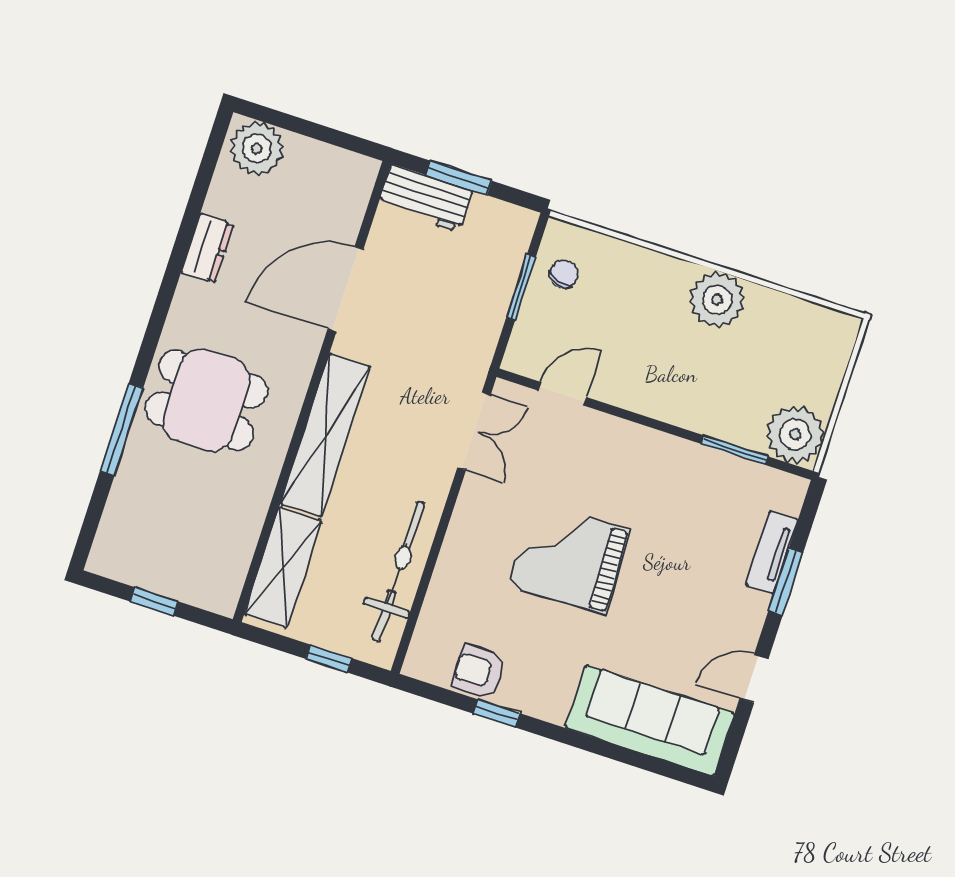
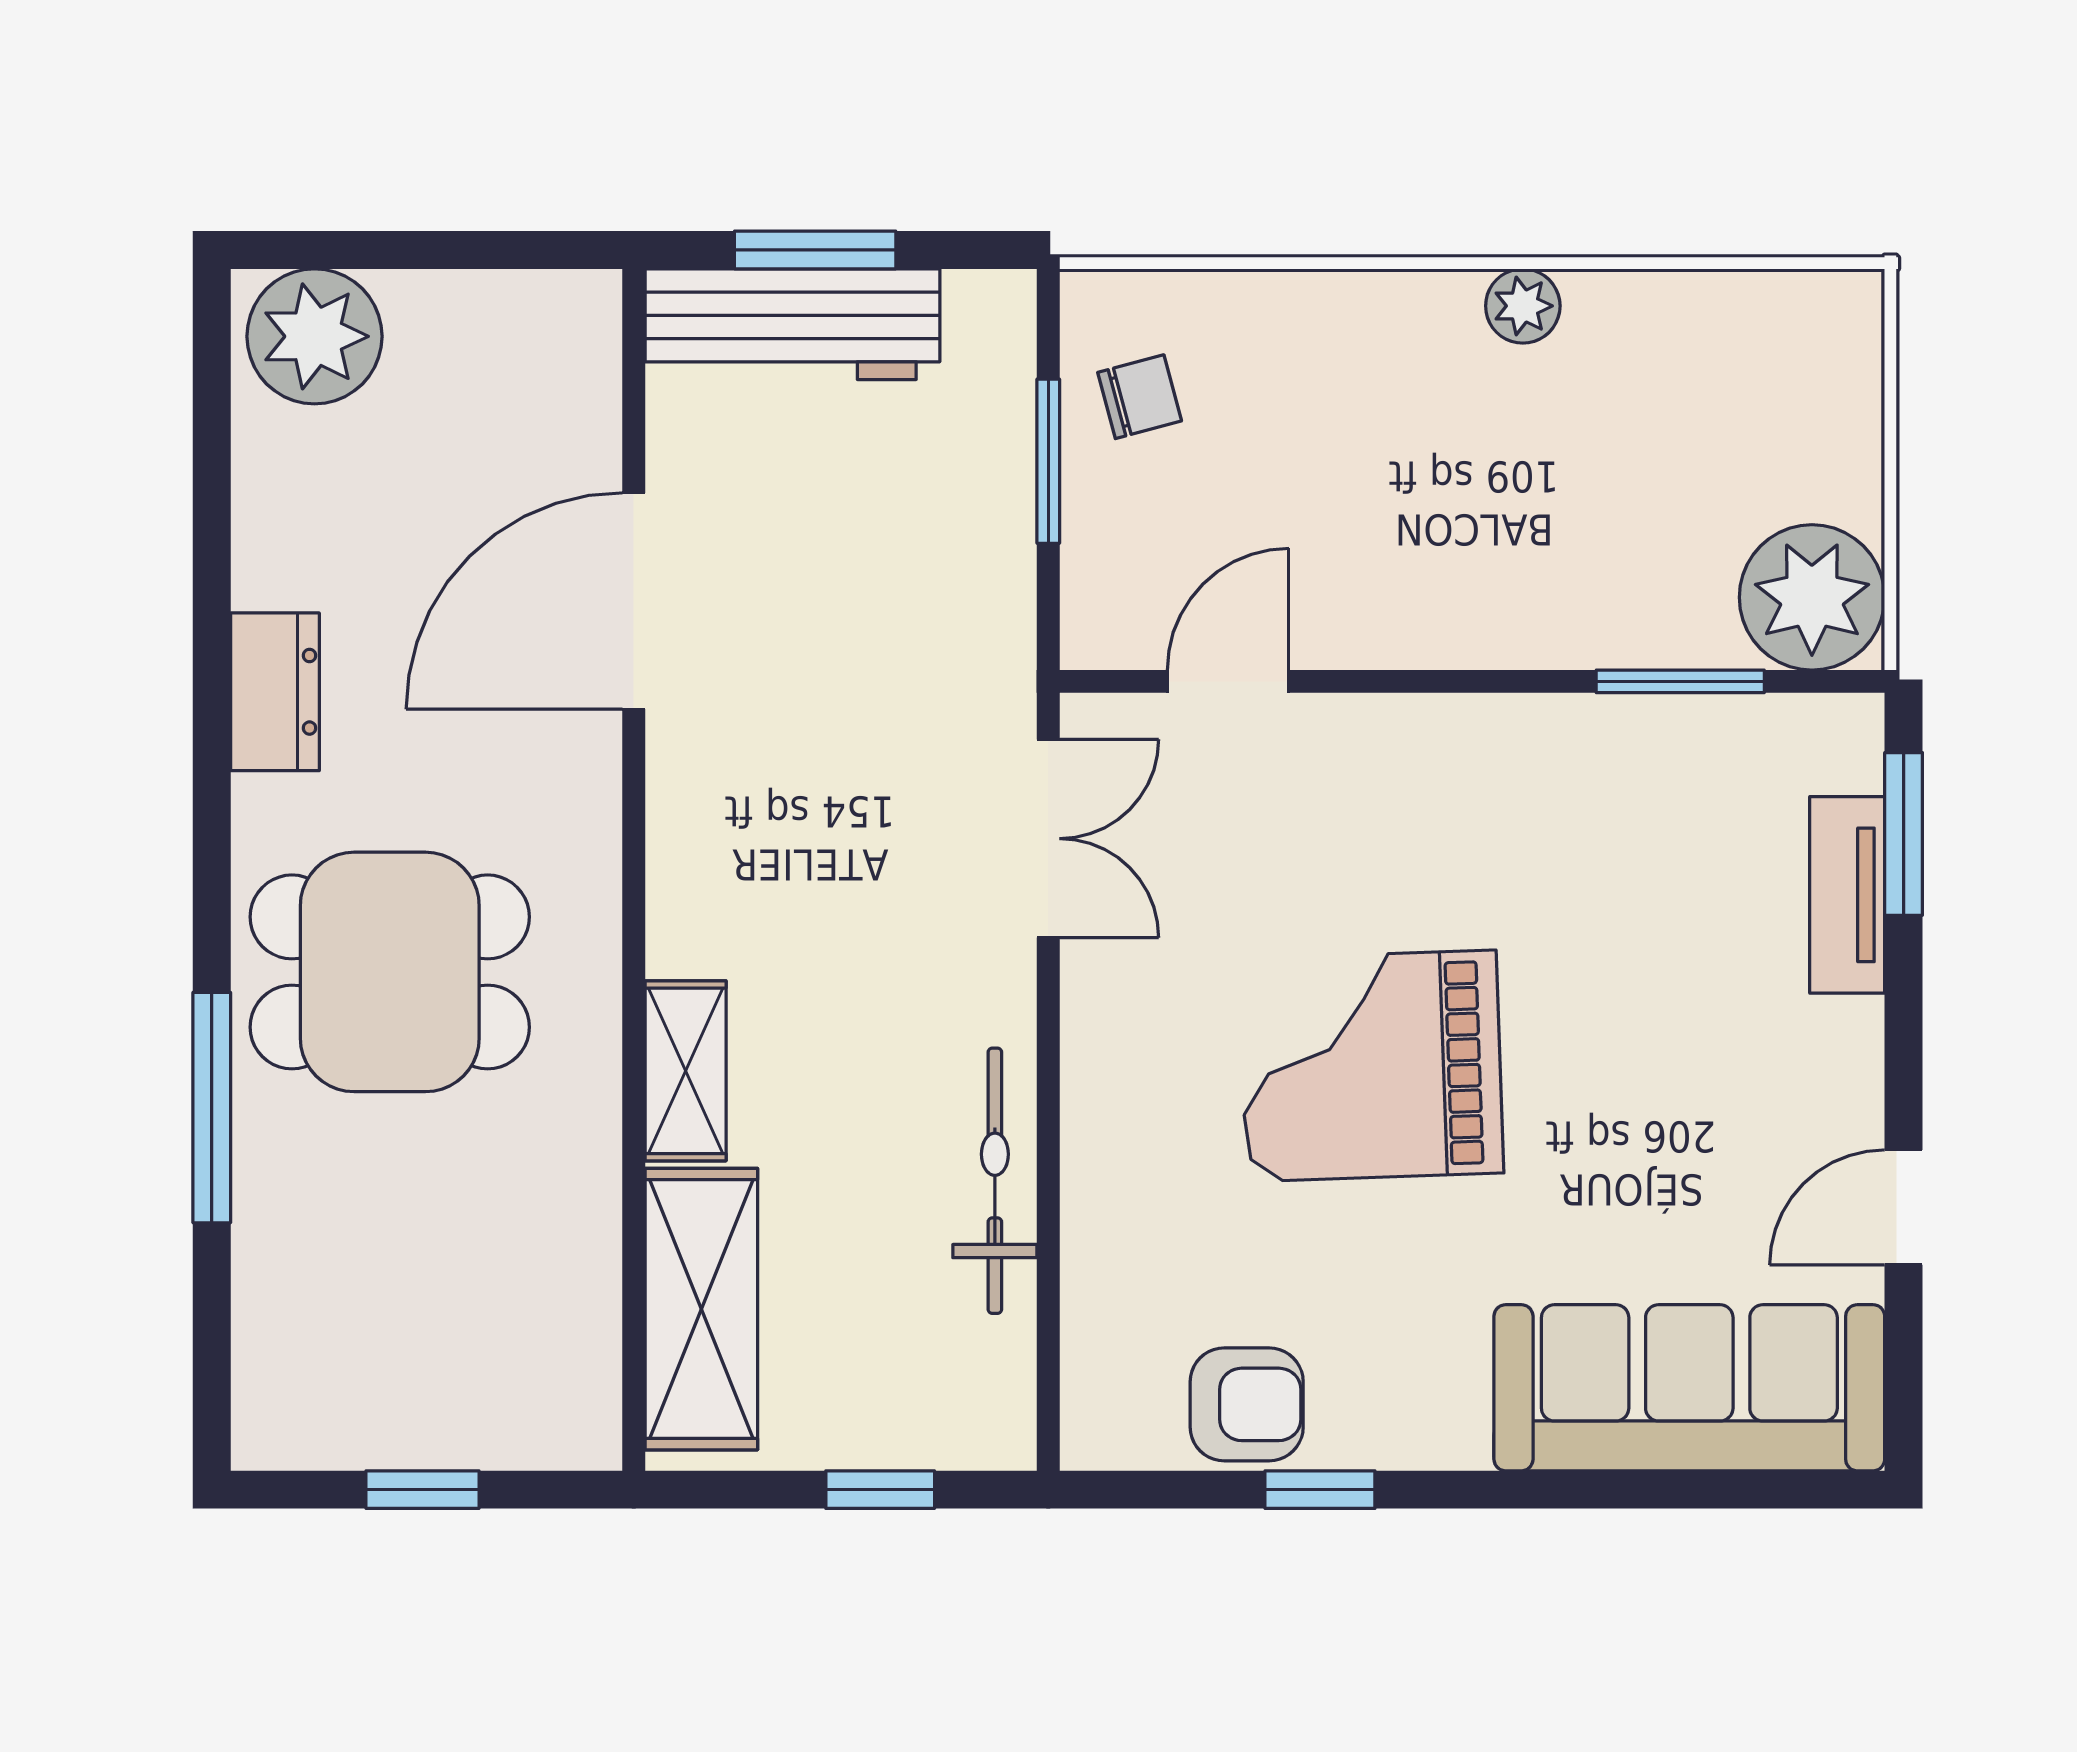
workbench: (425, 198) -> (792, 324), width x1.38
dresser: (207, 248) -> (275, 692), moved
chair: (564, 274) -> (1140, 397), turned 56
plant: (717, 300) -> (1523, 306), width x0.53, depth x0.53
shelving: (325, 435) -> (686, 1071), width x0.45, depth x0.75
bicycle: (398, 571) -> (995, 1181), width x0.73, depth x0.71
window: (786, 582) -> (1904, 834), moved
armchair: (479, 672) -> (1247, 1404), turned 180

